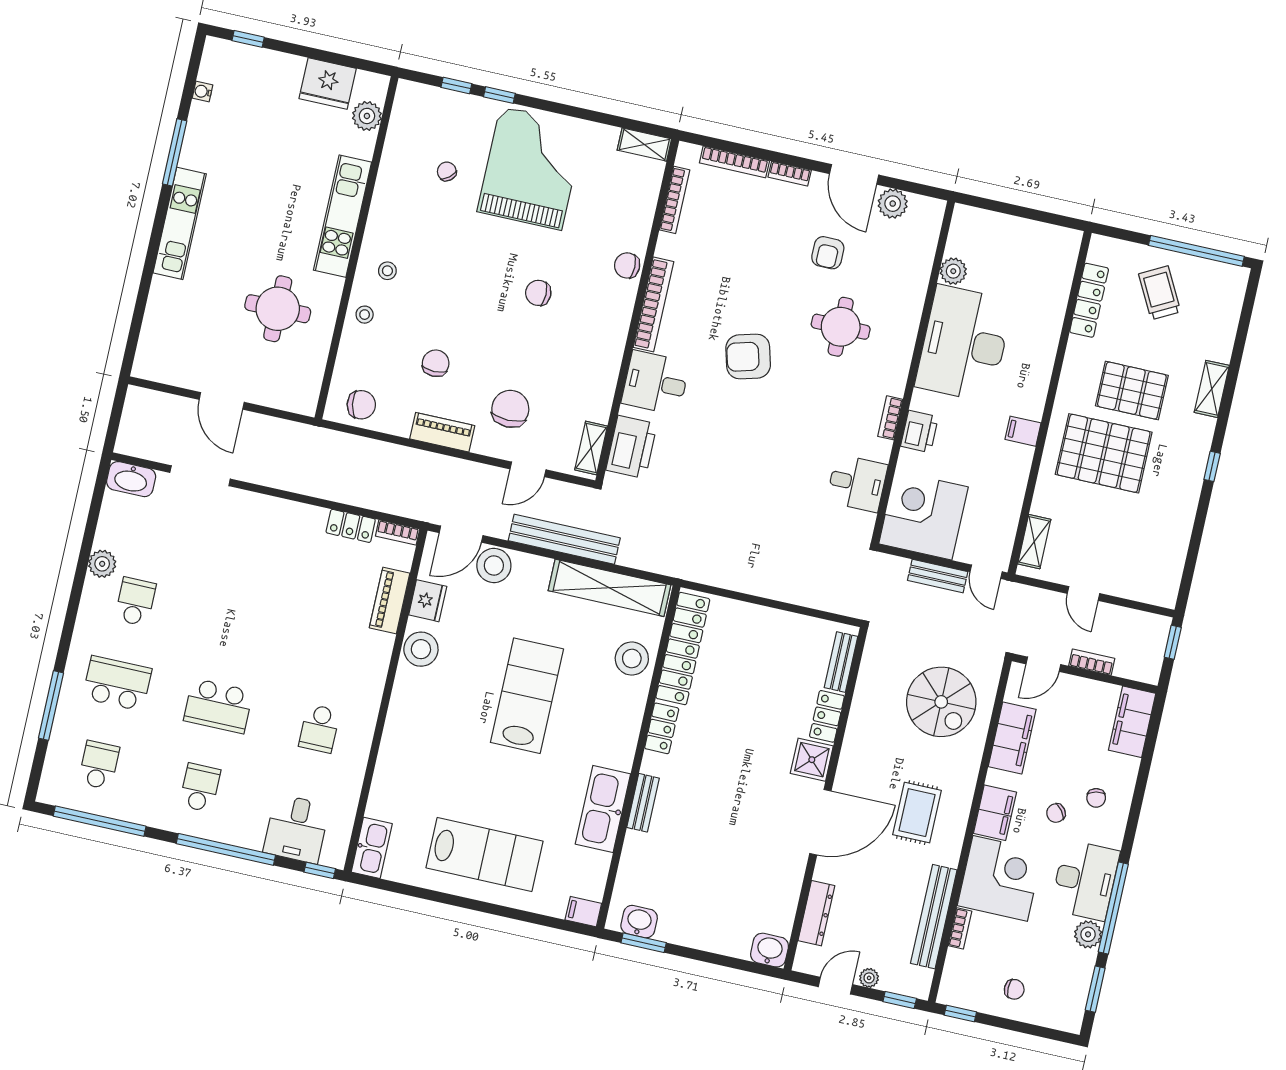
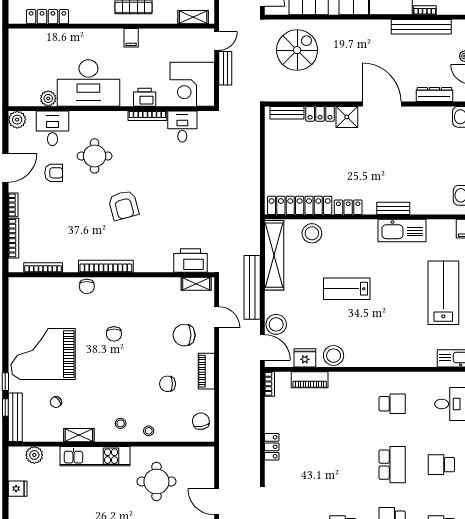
fridge: (328, 83) -> (18, 489), width x0.53, depth x0.75
bench: (437, 98) -> (15, 417), added
shelving: (644, 145) -> (79, 435), moved, turned 90
plant: (893, 204) -> (17, 120), moved
desk: (656, 383) -> (52, 128), moved, turned 180
door: (222, 401) -> (217, 502), swing flipped
bookcase: (890, 418) -> (147, 116), width x1.56
locker: (351, 526) -> (272, 447), moved
lab bench: (527, 696) -> (347, 289), width x0.73, depth x0.72
rug: (917, 813) -> (364, 50), removed

